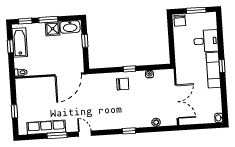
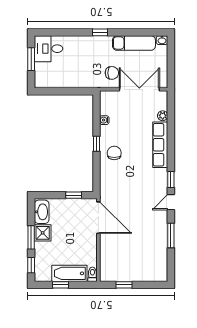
chair: (180, 21) -> (112, 73), moved
window: (85, 41) -> (74, 195), moved
desk: (206, 41) -> (49, 49), moved, turned -90
bathtub: (20, 43) -> (69, 273), moved
exam couch: (213, 70) -> (134, 43), moved
window: (14, 111) -> (124, 285), moved
row of seats: (46, 127) -> (160, 145), moved
window: (129, 131) -> (171, 179), moved

